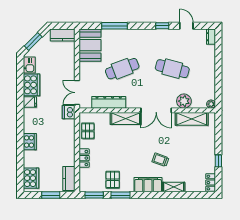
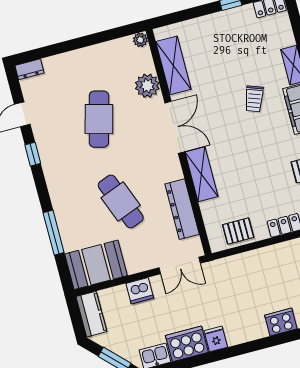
dishwasher: (69, 112) -> (140, 291), moved

